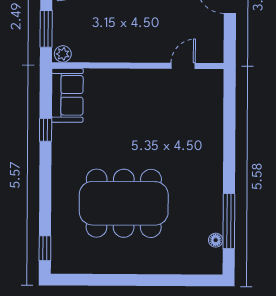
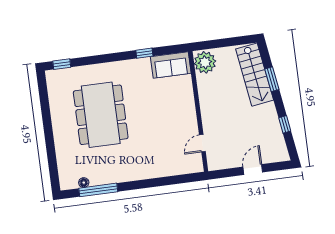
window: (46, 29) -> (215, 44), removed
plant: (63, 54) -> (205, 62), width x1.88, depth x1.88
door: (183, 66) -> (202, 143), swing flipped

